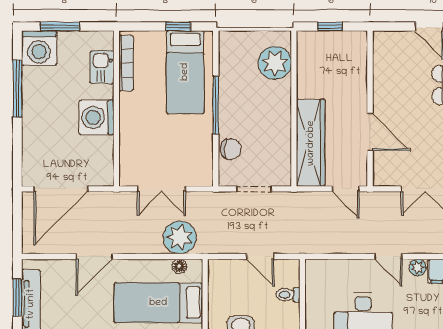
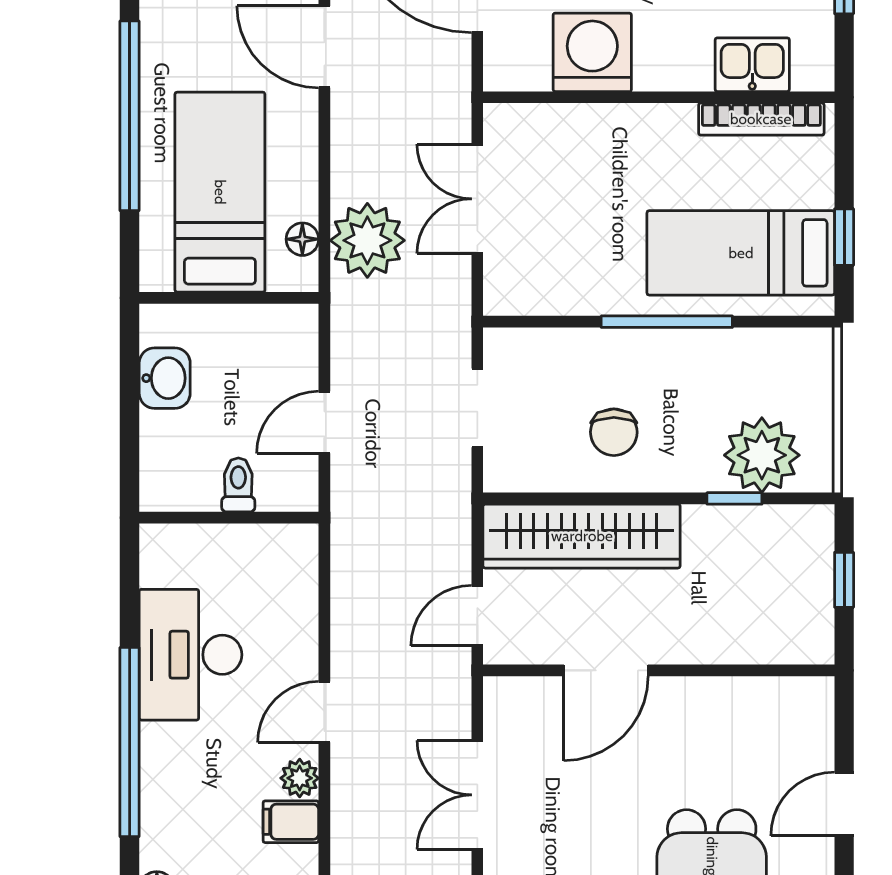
window: (294, 75) -> (734, 498), added
washing machine: (96, 117) -> (592, 52), moved
chair: (231, 149) -> (614, 432), moved

